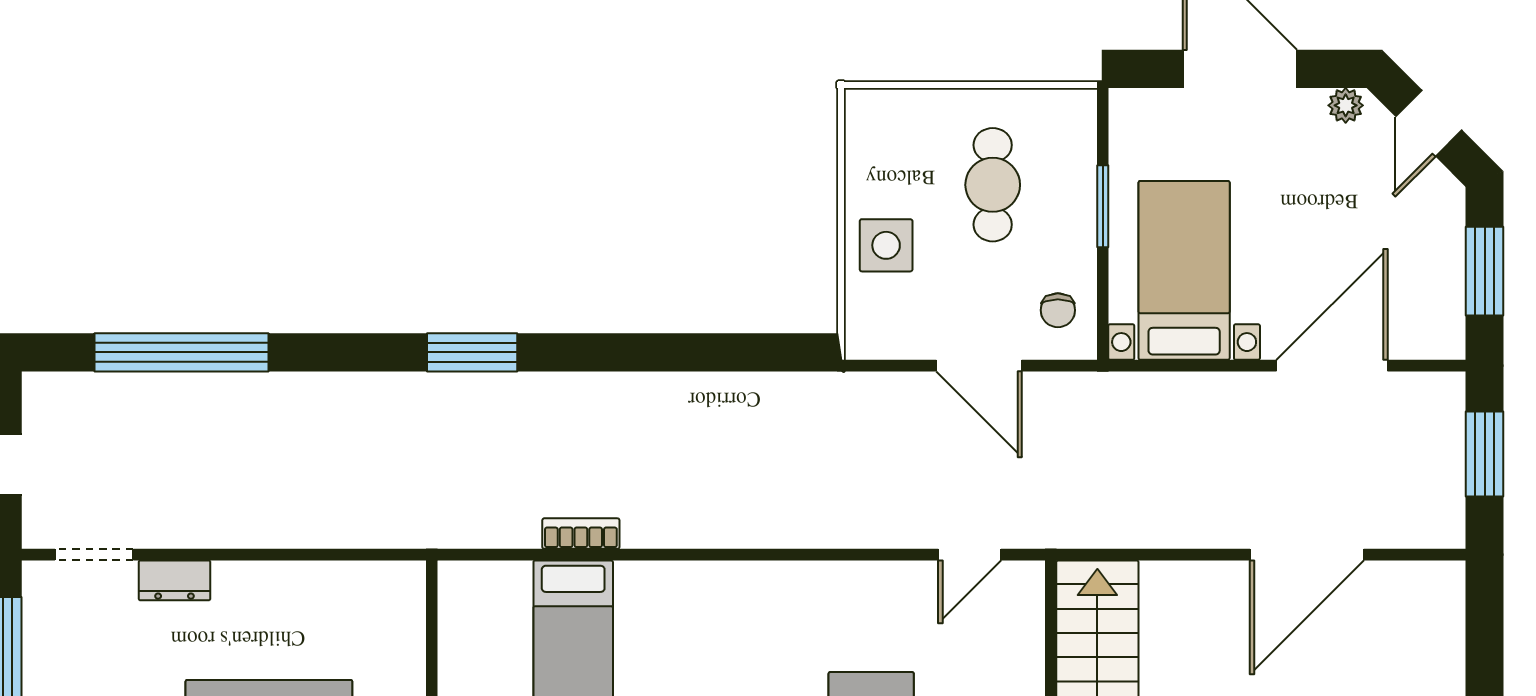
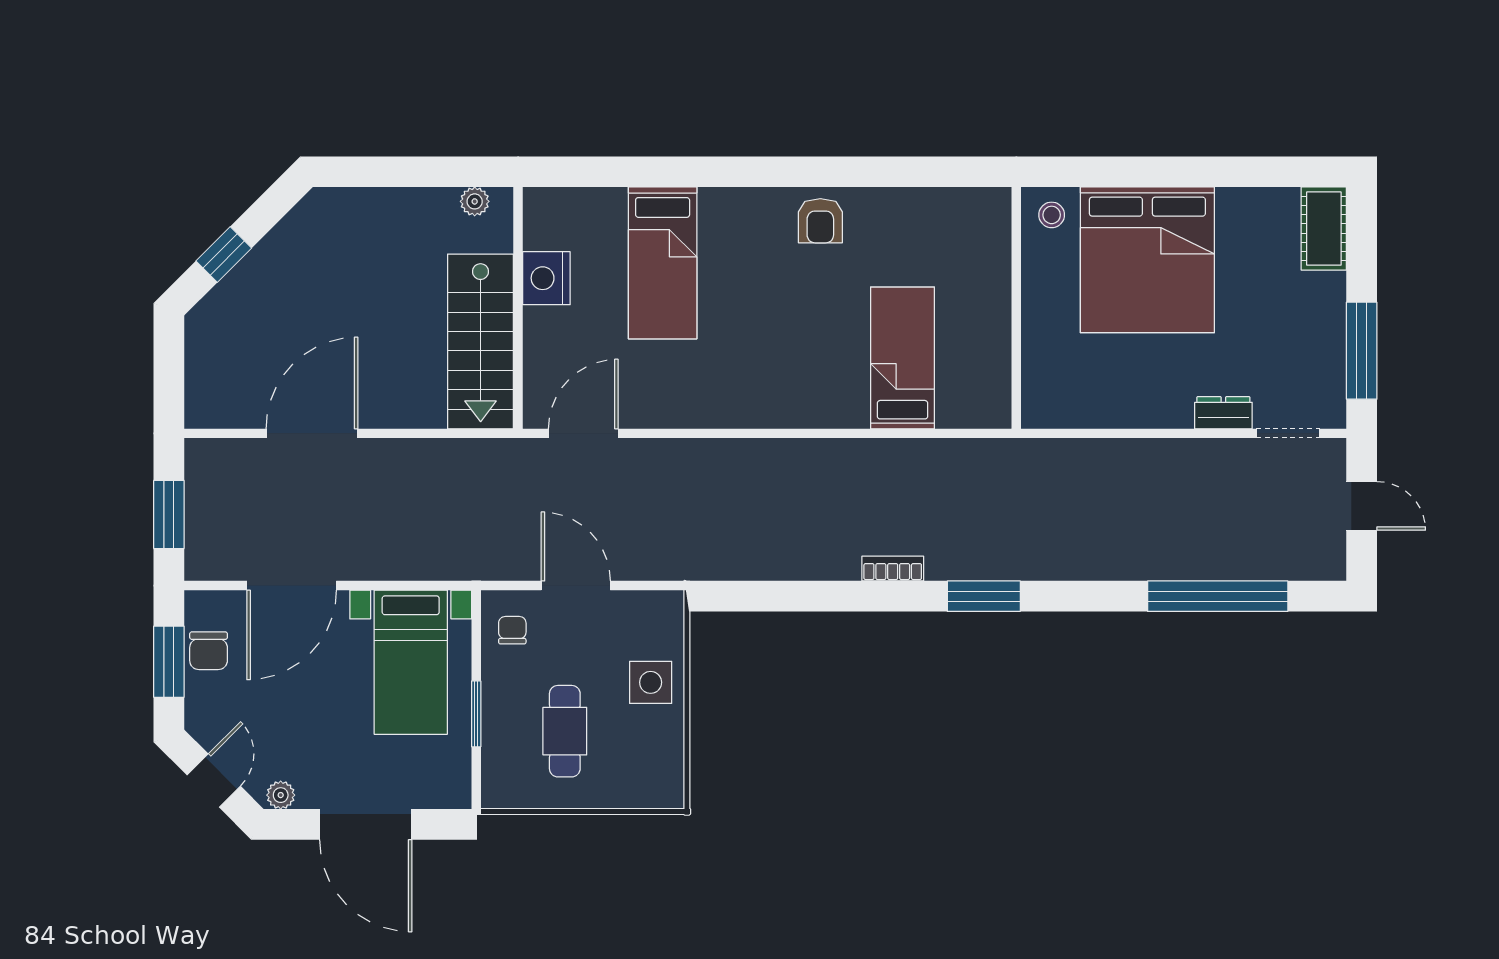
chair: (1435, 285) -> (209, 651), added
bookcase: (581, 534) -> (893, 569), moved, turned 180
door: (970, 555) -> (583, 433), width x1.38

